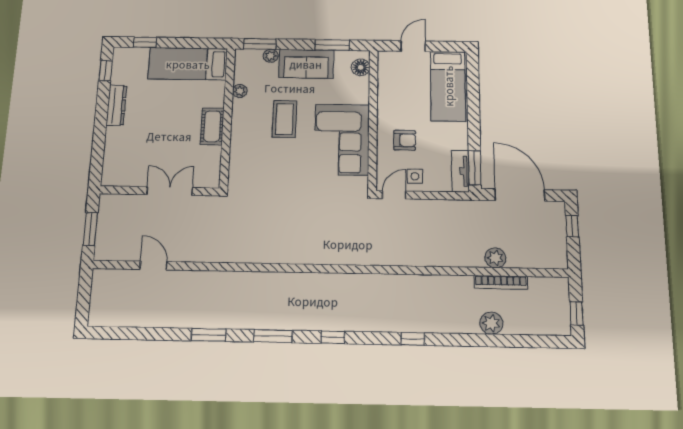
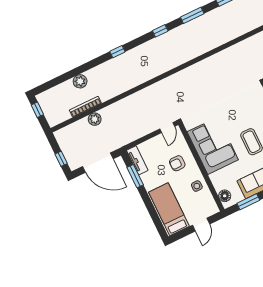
window: (475, 168) -> (135, 176), moved
side table: (415, 176) -> (197, 186), moved

